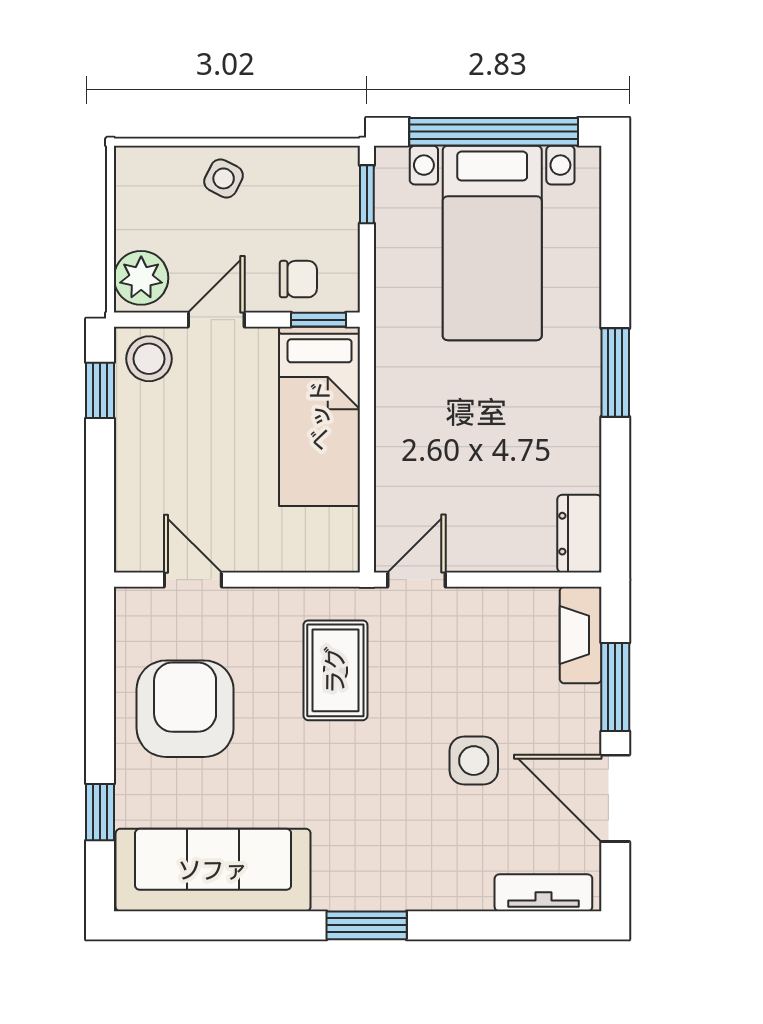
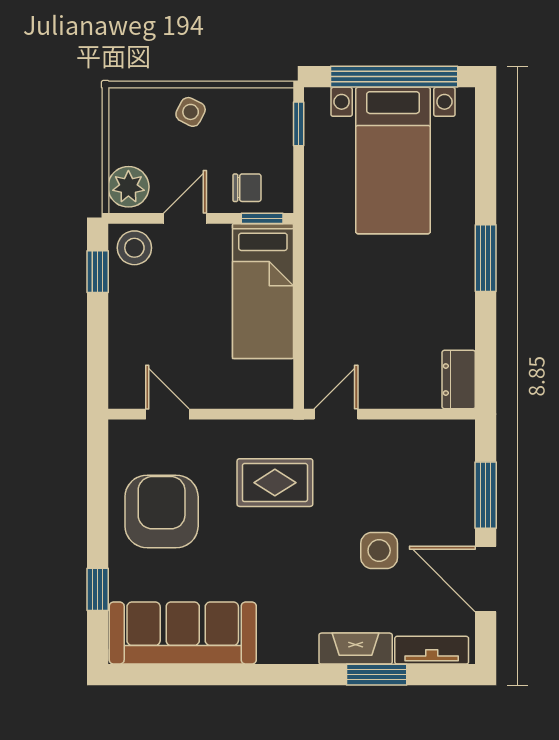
fireplace: (581, 635) -> (356, 649), moved, turned 90
rug: (335, 670) -> (275, 483), turned 90
window: (367, 925) -> (377, 675), moved

